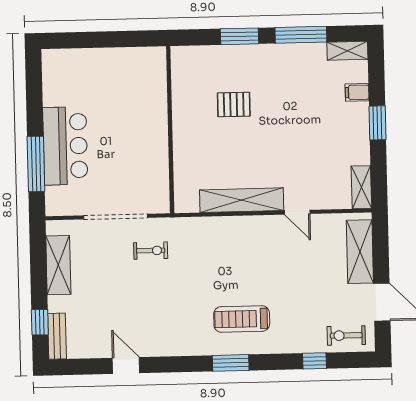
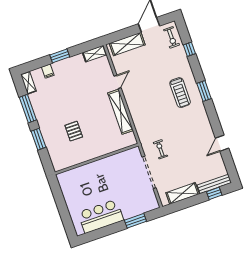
bar counter: (65, 146) -> (101, 216), moved
window: (36, 164) -> (135, 221), width x0.69
bench: (57, 336) -> (214, 184), width x1.36

